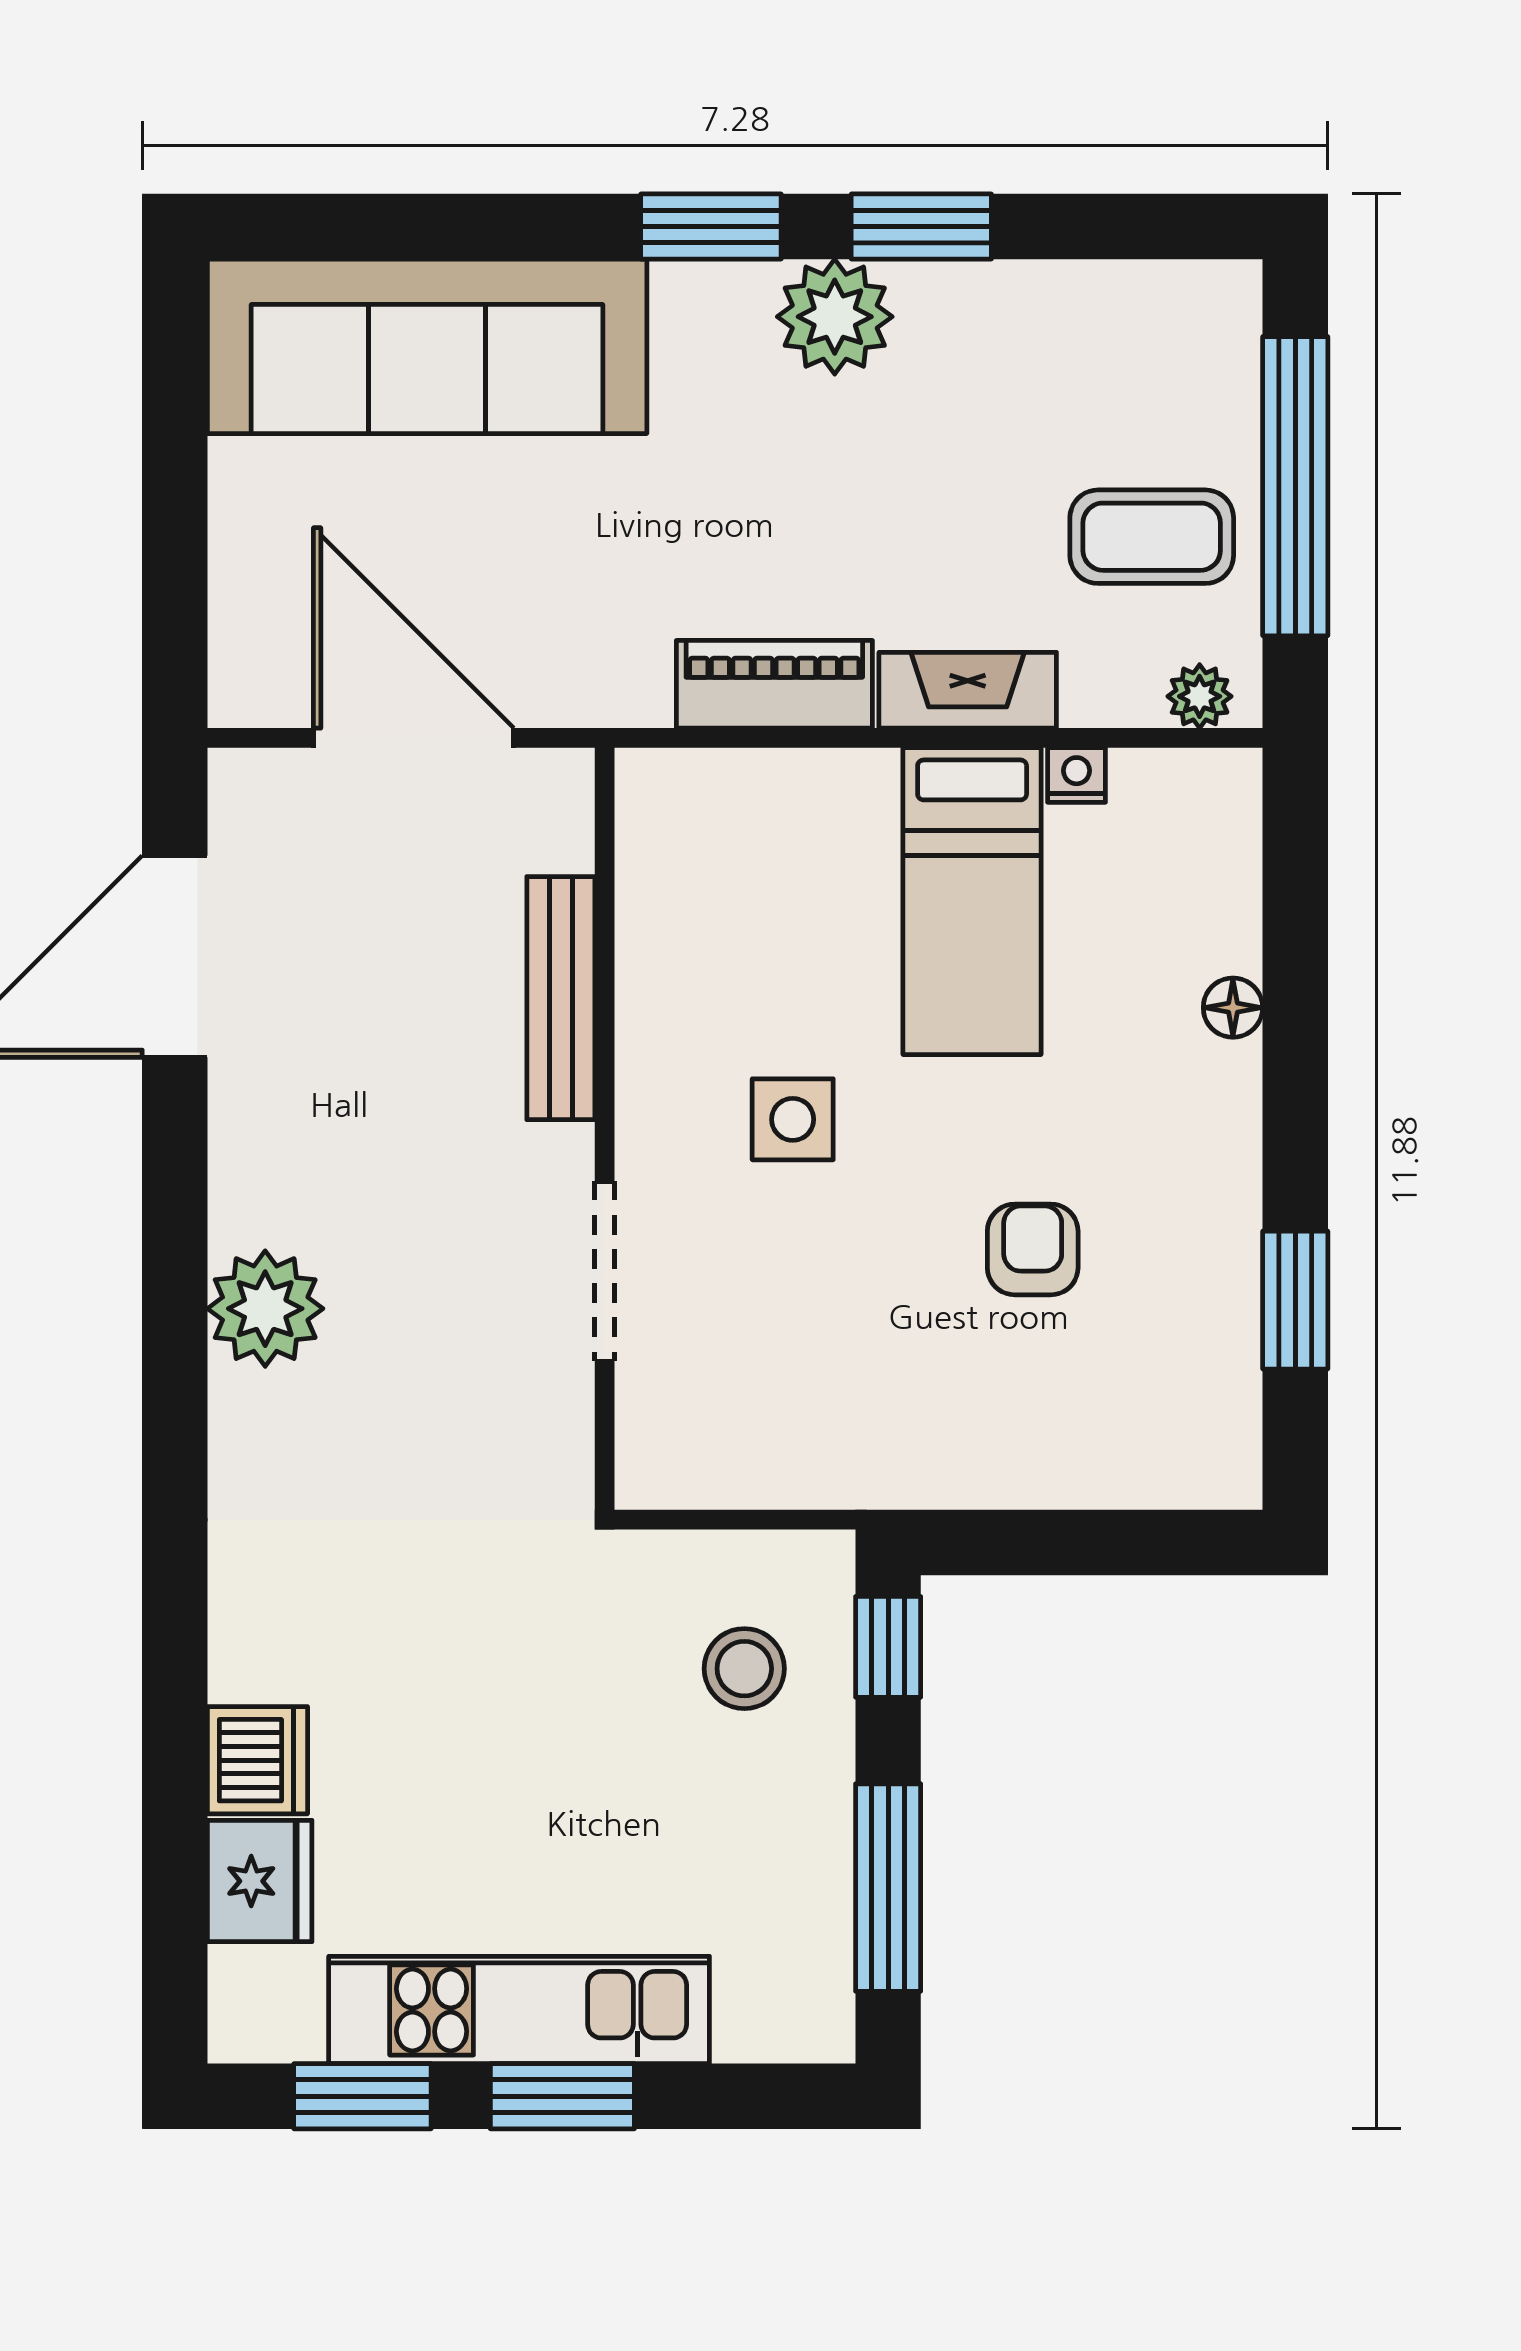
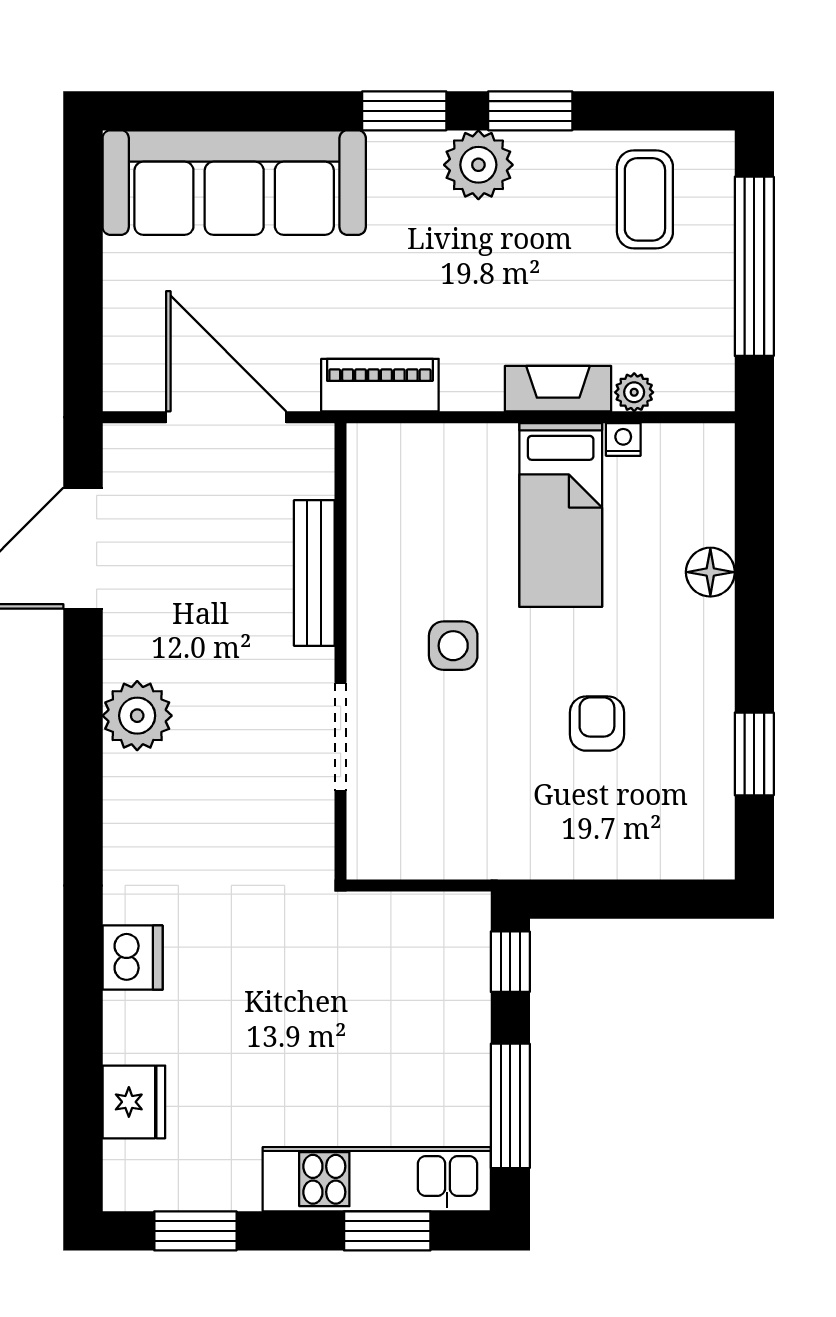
coffee table: (1152, 537) -> (645, 199), moved, turned 90
piano: (774, 684) -> (380, 385), moved
plant: (1200, 696) -> (634, 392), moved
floor lamp: (1233, 1008) -> (710, 572), width x1.37, depth x1.37
plant: (265, 1309) -> (137, 716), moved
stool: (744, 1669) -> (424, 975), removed
dishwasher: (257, 1760) -> (133, 958), moved
kitchen unit: (519, 2010) -> (377, 1179), moved
window: (562, 2096) -> (387, 1231), moved

